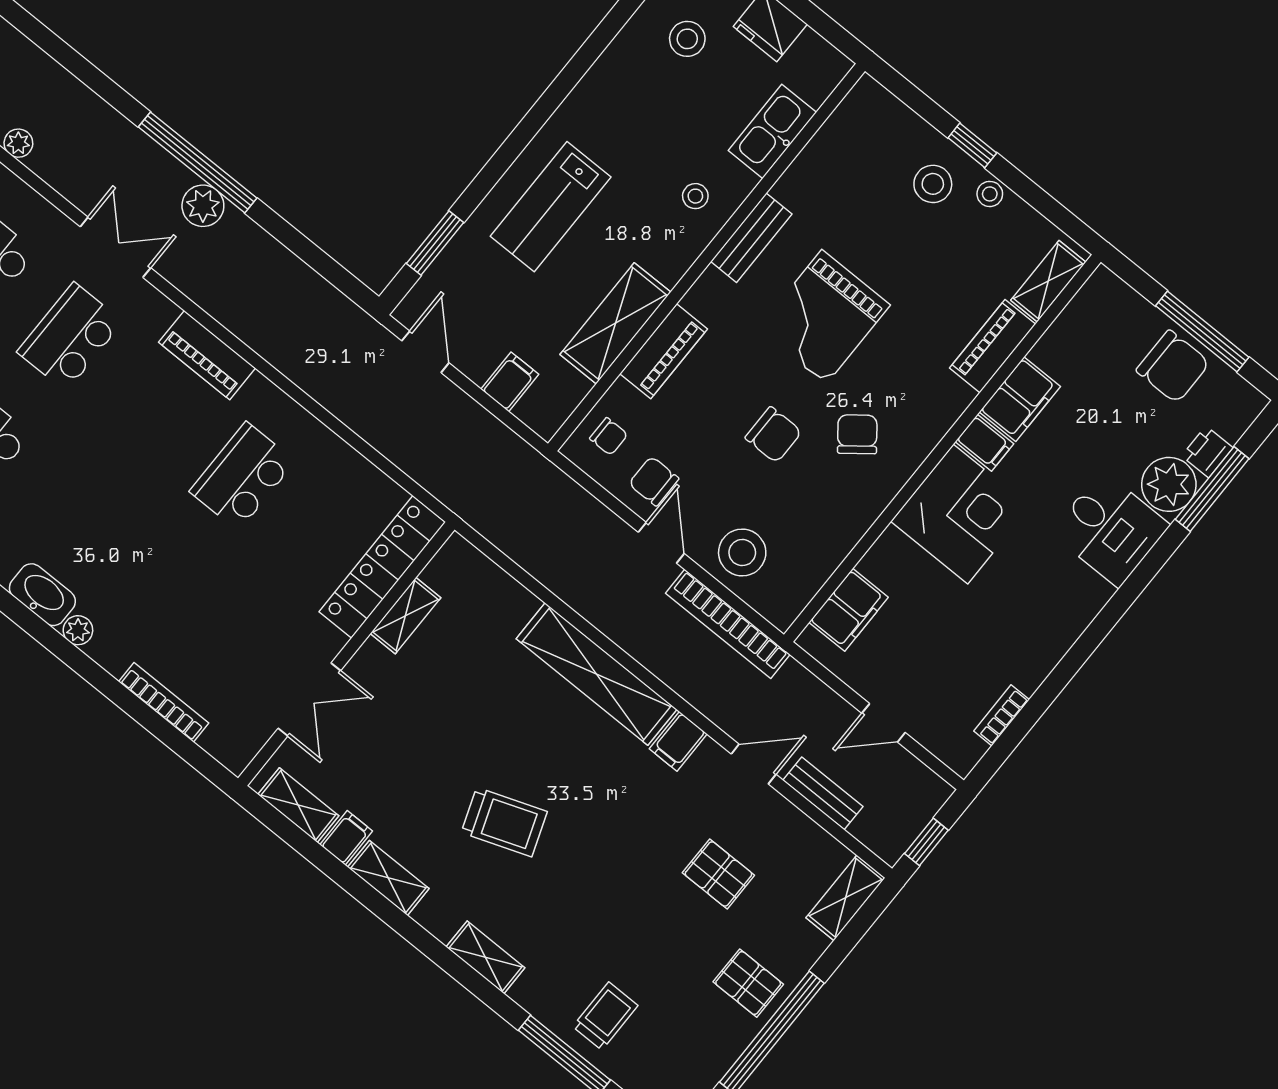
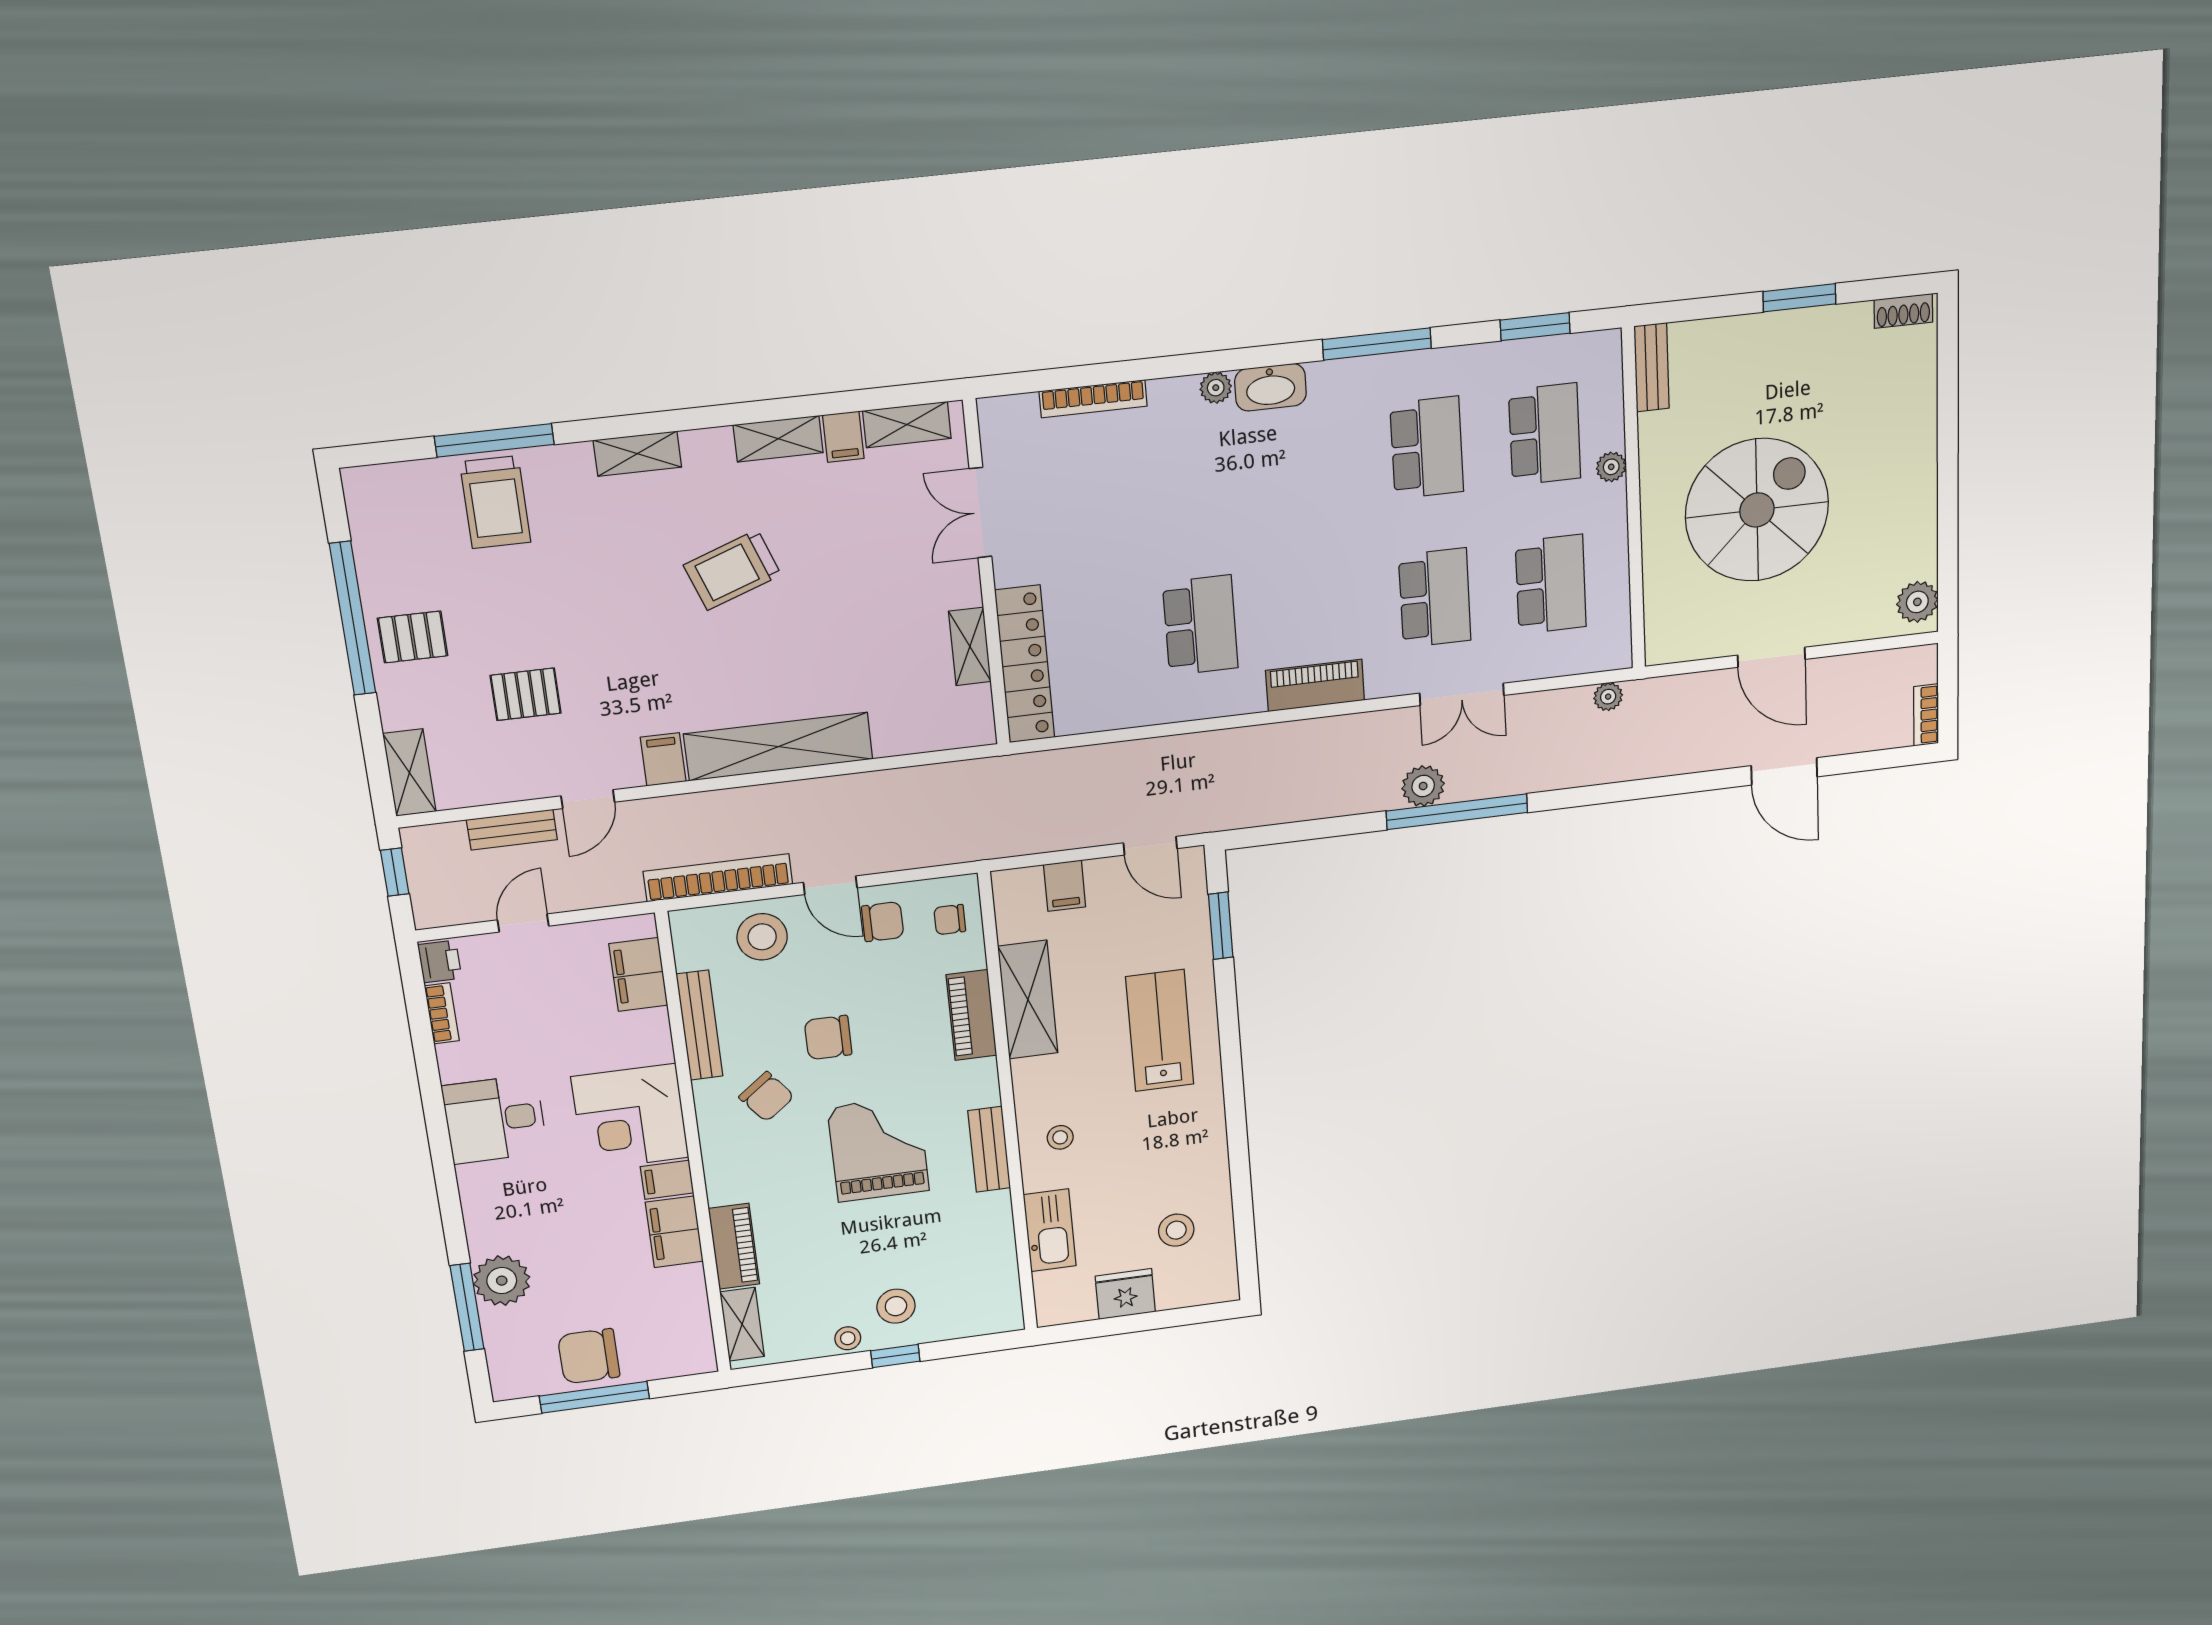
printer: (1207, 452) -> (440, 961), moved
desk: (1110, 529) -> (495, 1119), moved
bench: (847, 532) -> (699, 1025), added
trolley: (605, 1016) -> (495, 502), width x1.36, depth x1.39

